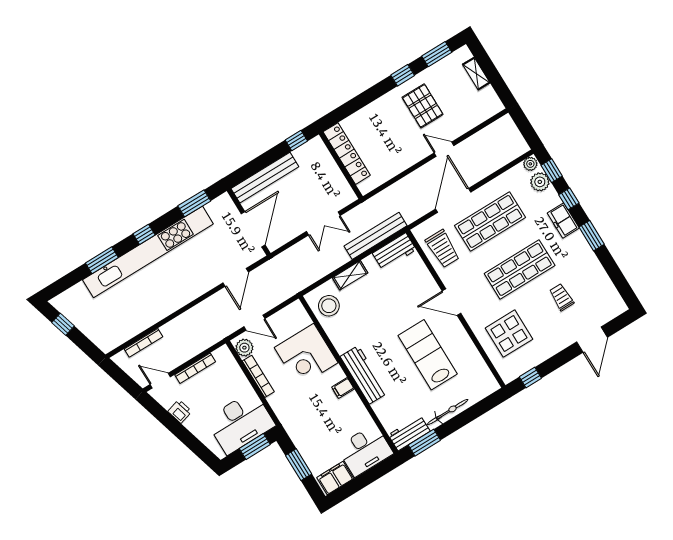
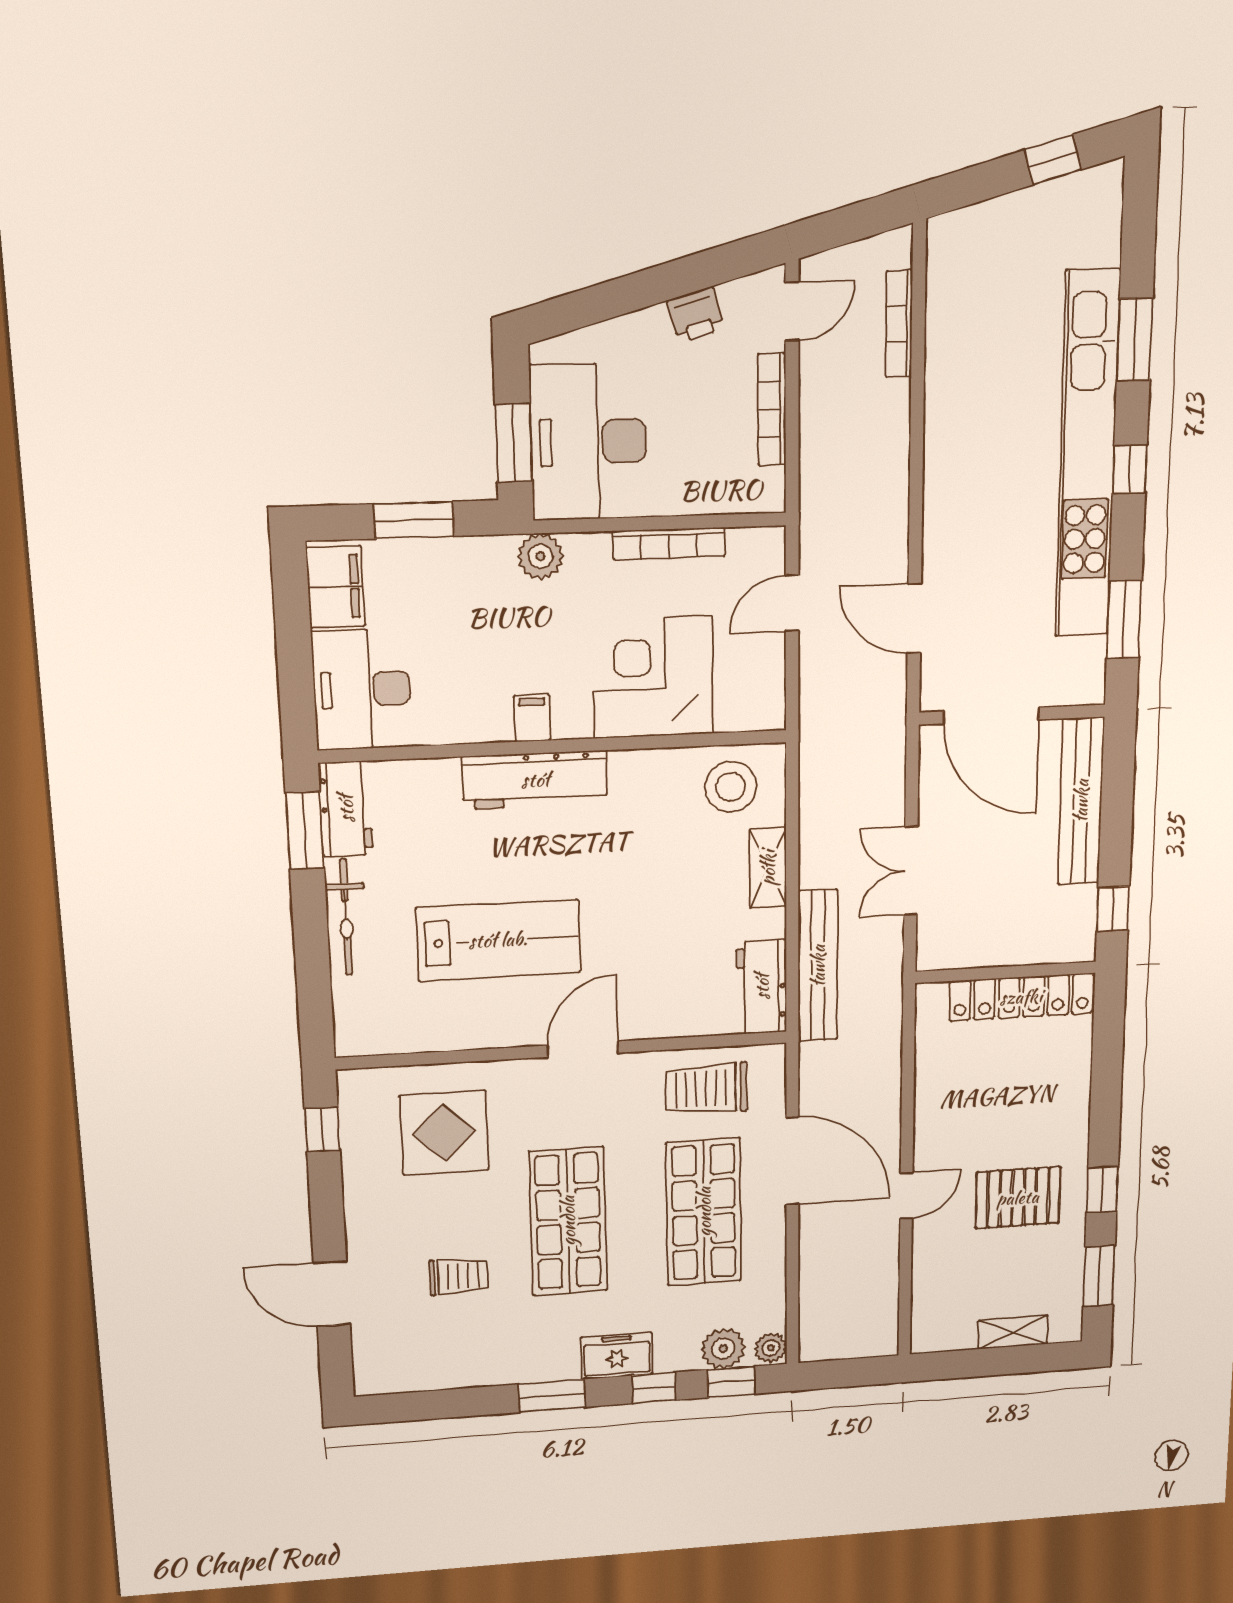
plant: (244, 348) -> (540, 556), moved

